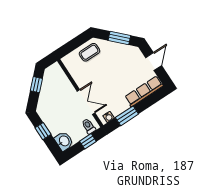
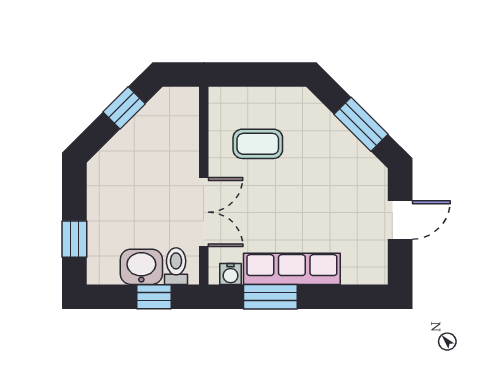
coffee table: (89, 52) -> (258, 144), moved
row of seats: (144, 91) -> (292, 269), moved
window: (43, 131) -> (74, 239), moved
washbasin: (64, 141) -> (141, 267), moved, turned -90

